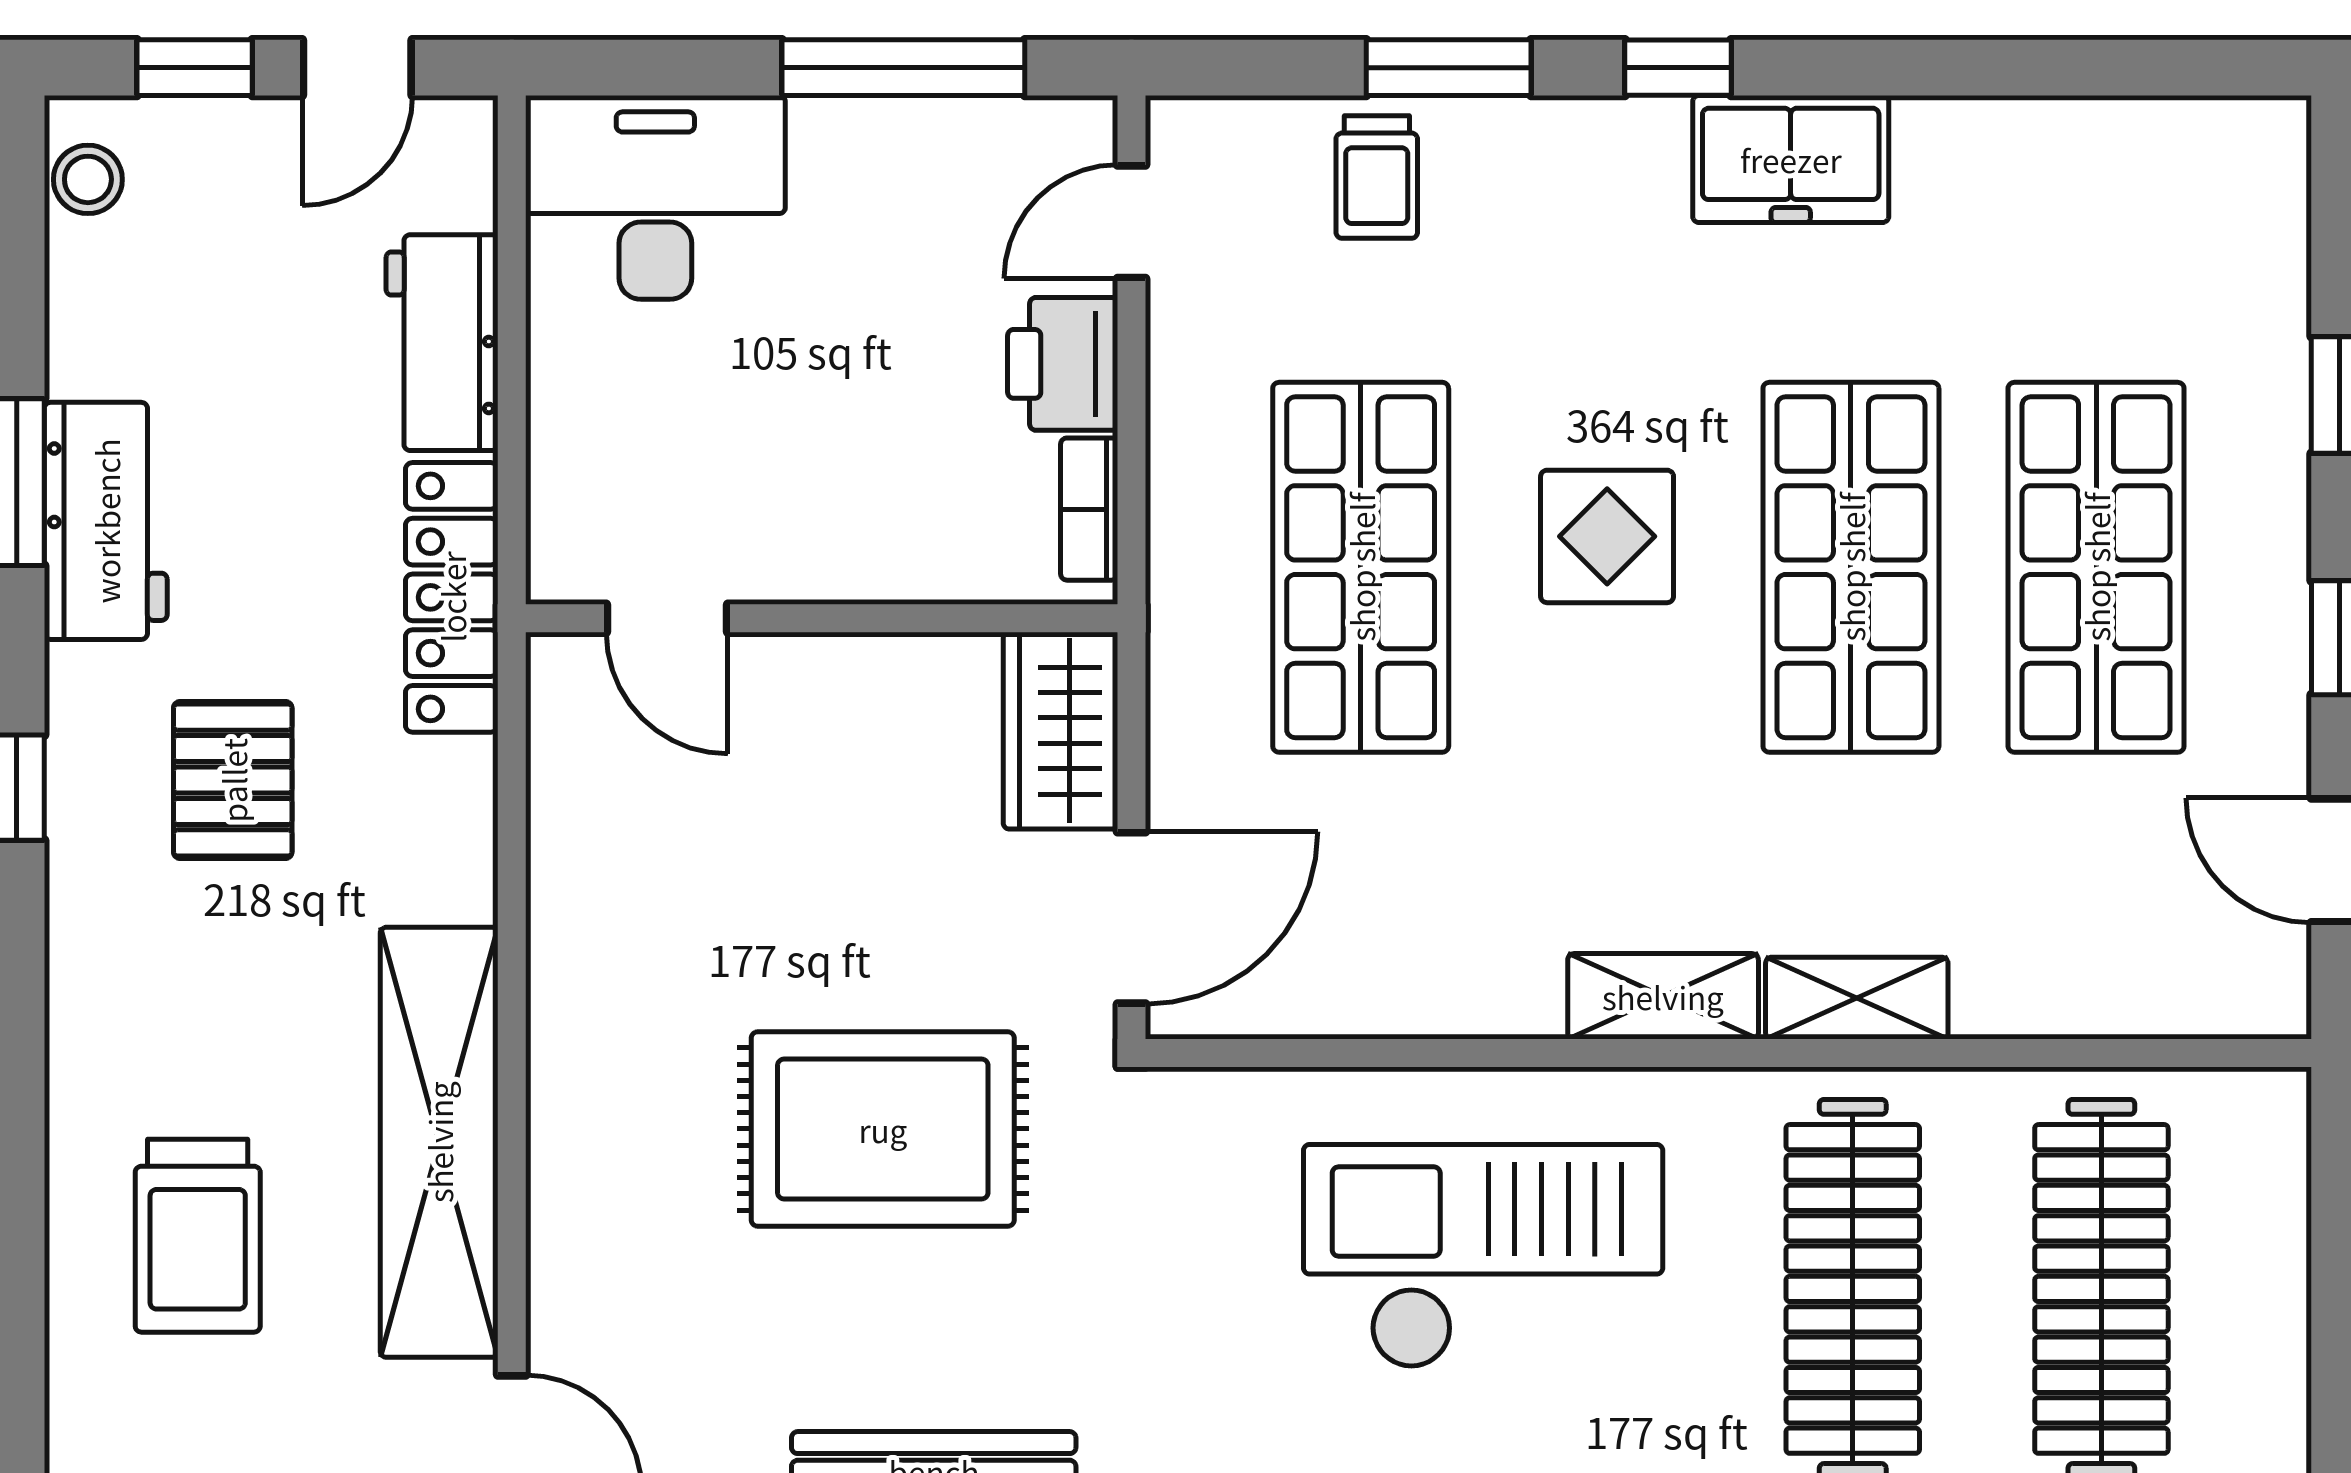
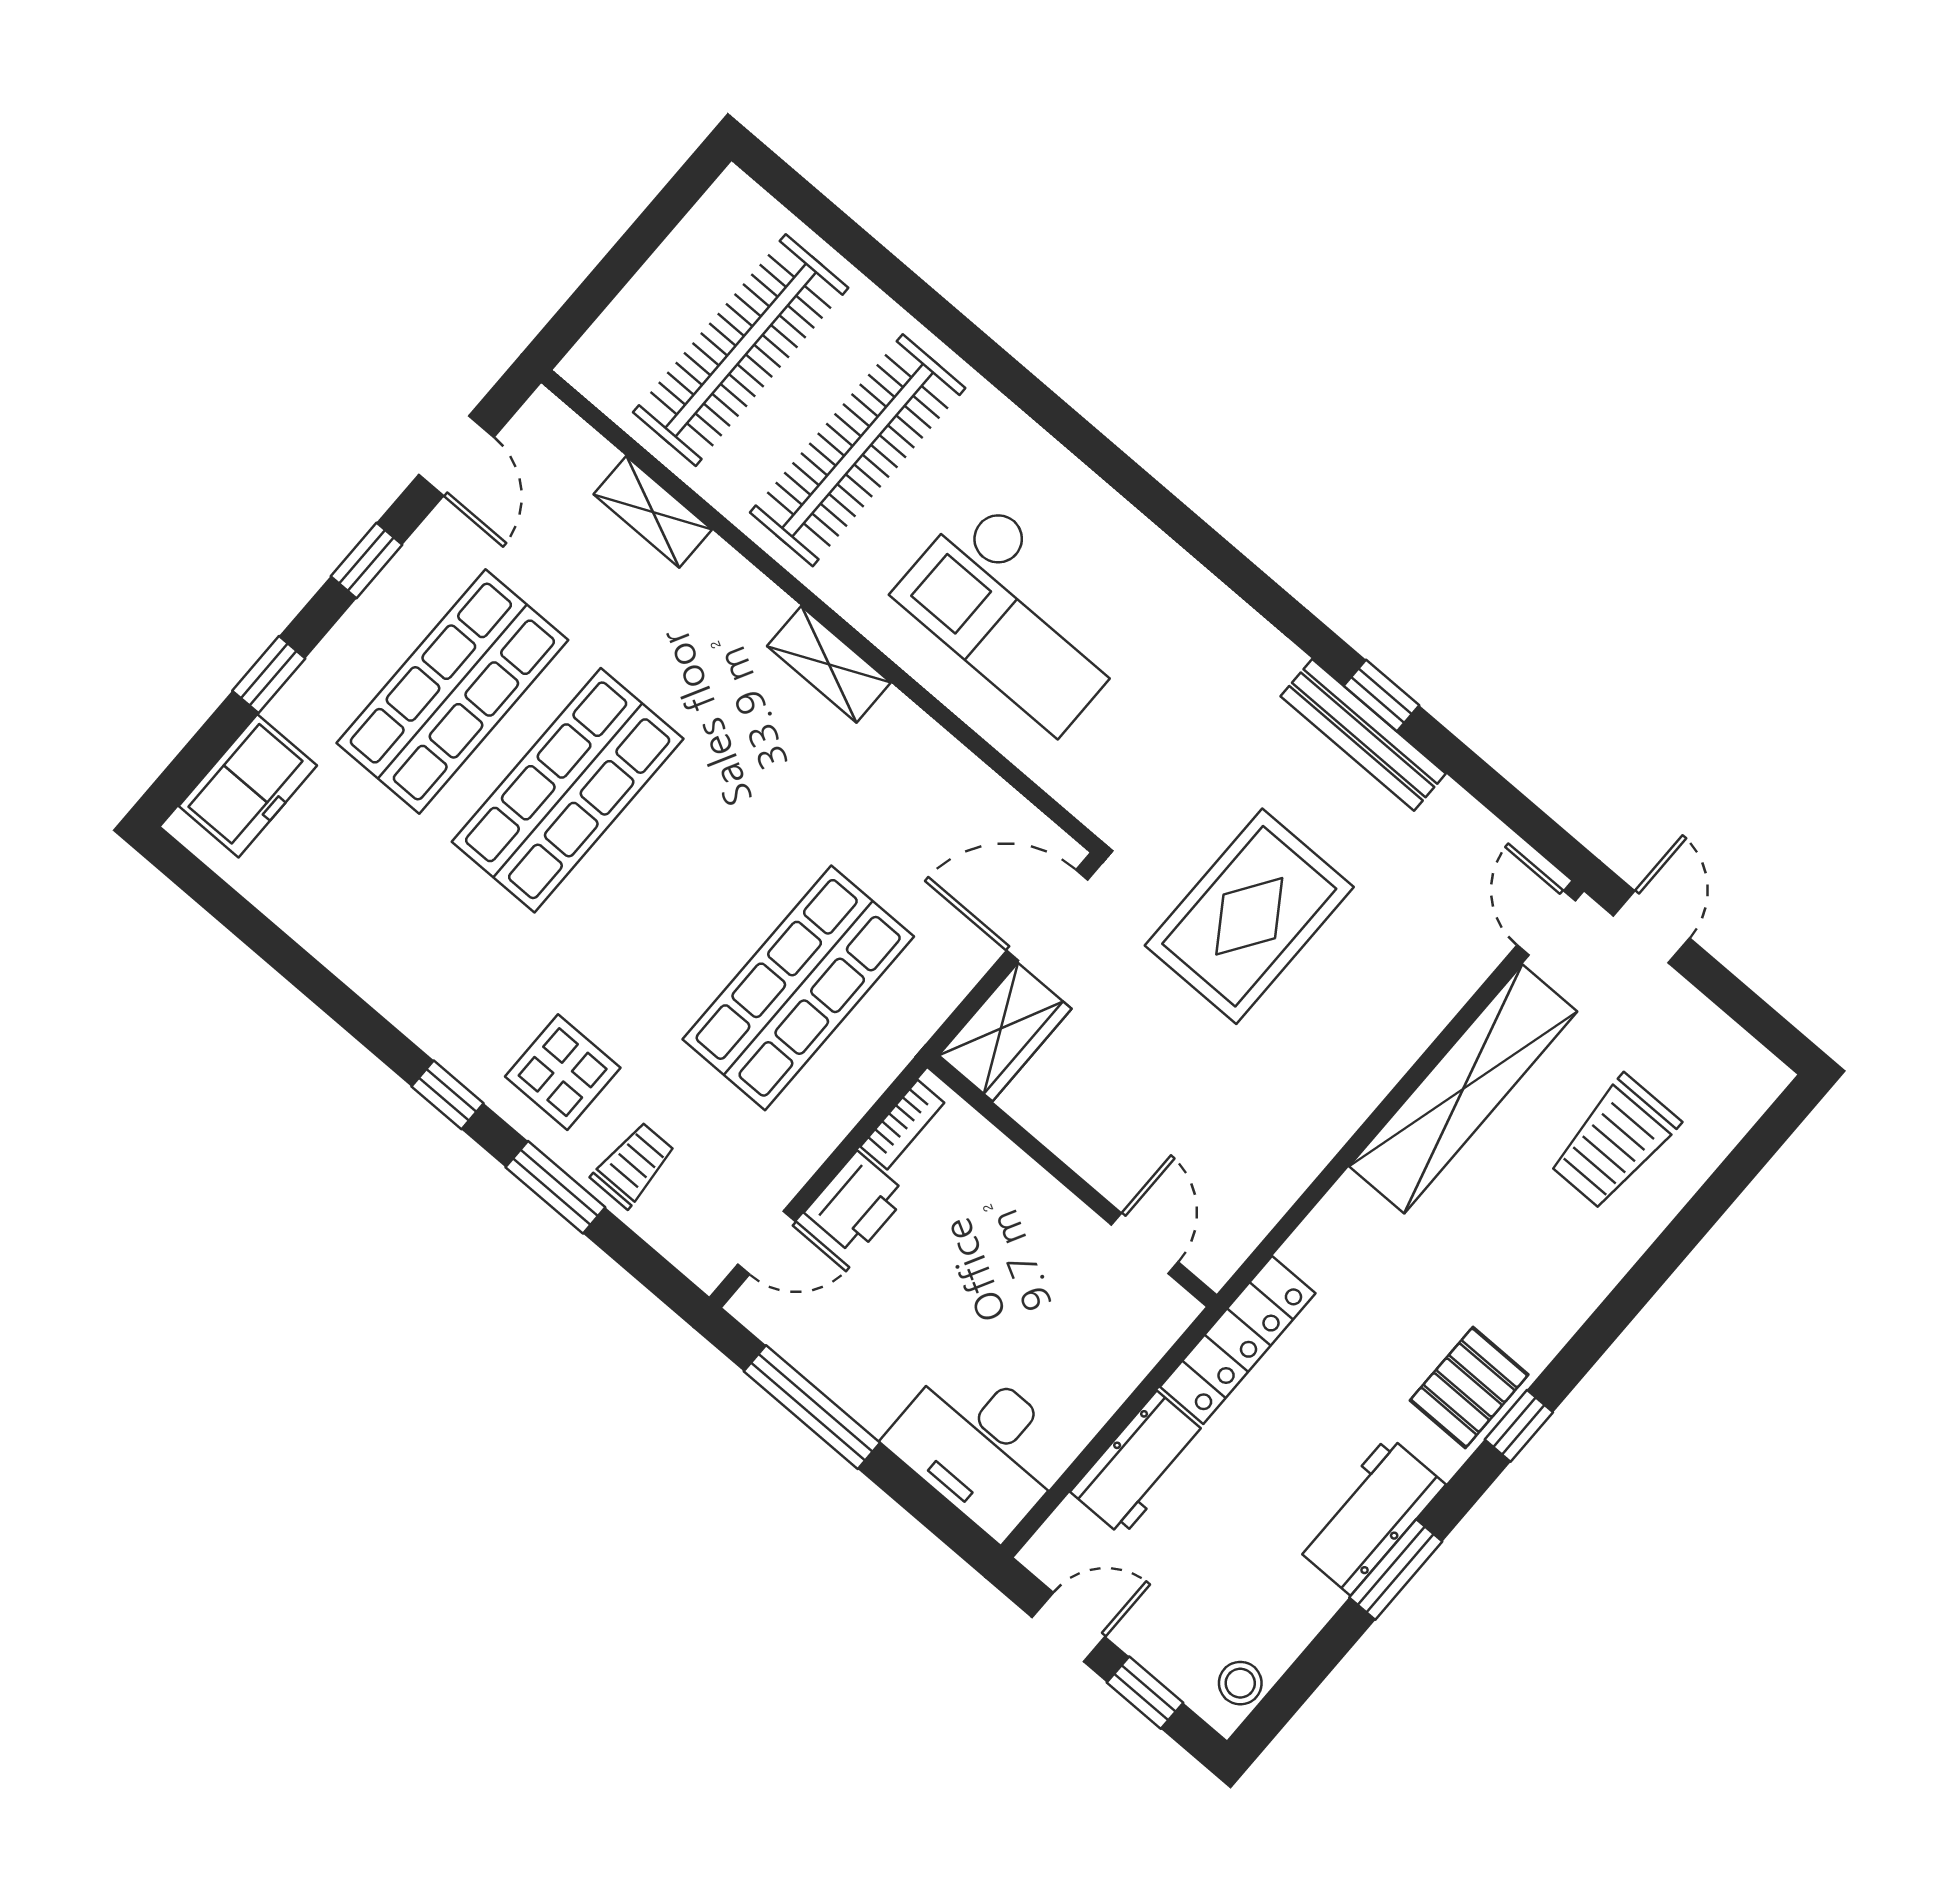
freezer: (1791, 159) -> (248, 786), moved, turned 90
display table: (1607, 536) -> (563, 1072), moved
pallet: (233, 780) -> (1469, 1387), moved
shelving: (1857, 998) -> (653, 512), moved
rug: (883, 1129) -> (1249, 916), turned 90
trolley: (198, 1236) -> (1614, 1142), turned 180

